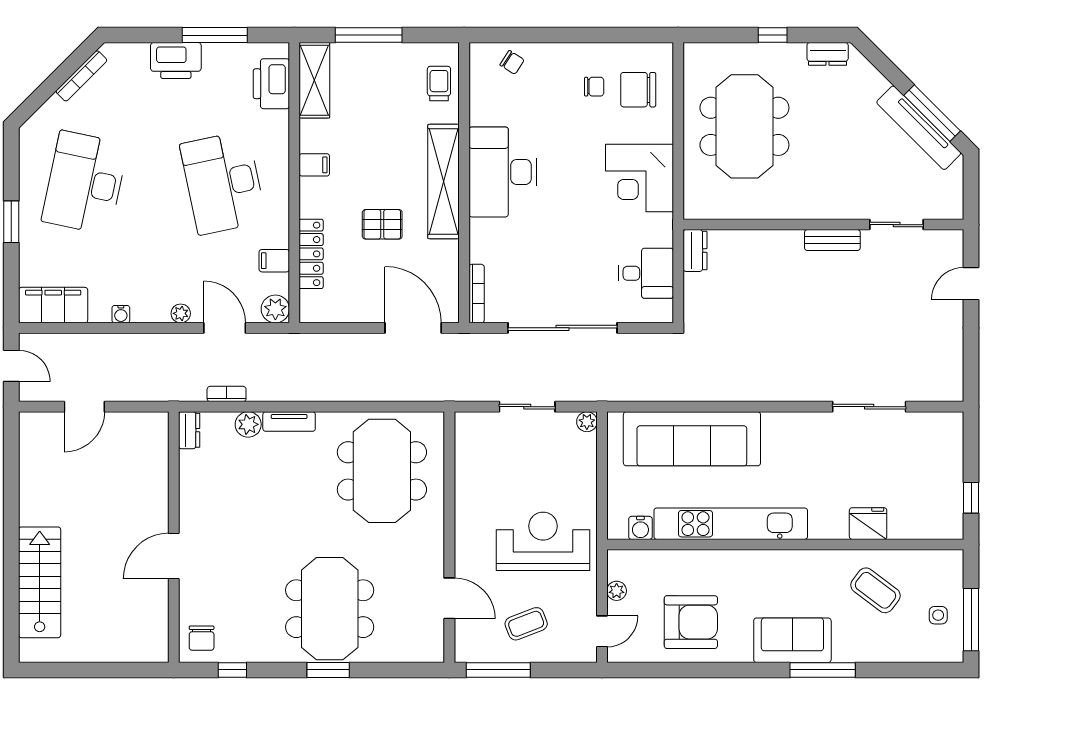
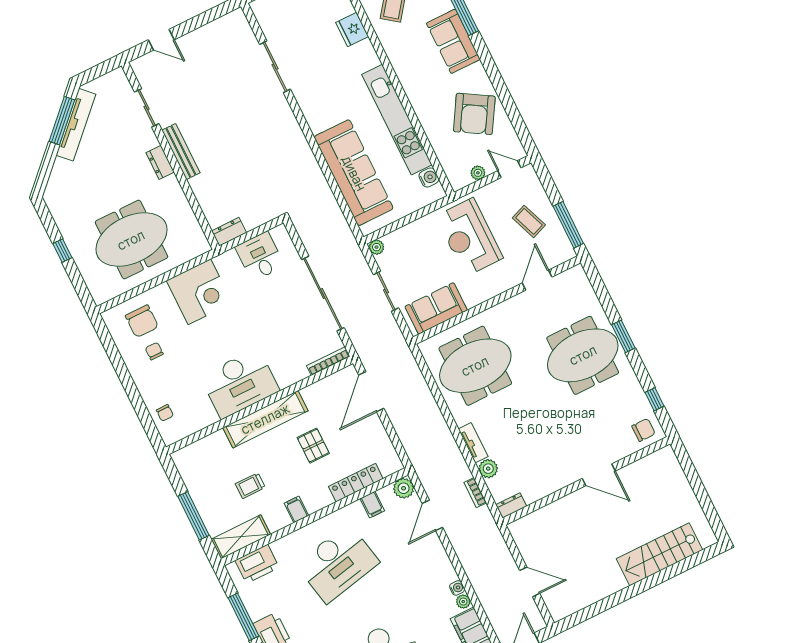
dresser: (828, 54) -> (160, 162), moved, turned 180
chair: (512, 62) -> (165, 413), turned 147
trolley: (439, 83) -> (250, 486), moved
bench: (832, 240) -> (181, 152), width x1.36
plant: (181, 313) -> (463, 602), moved
sofa: (476, 458) -> (436, 308), added
armchair: (691, 622) -> (474, 114), turned -149

